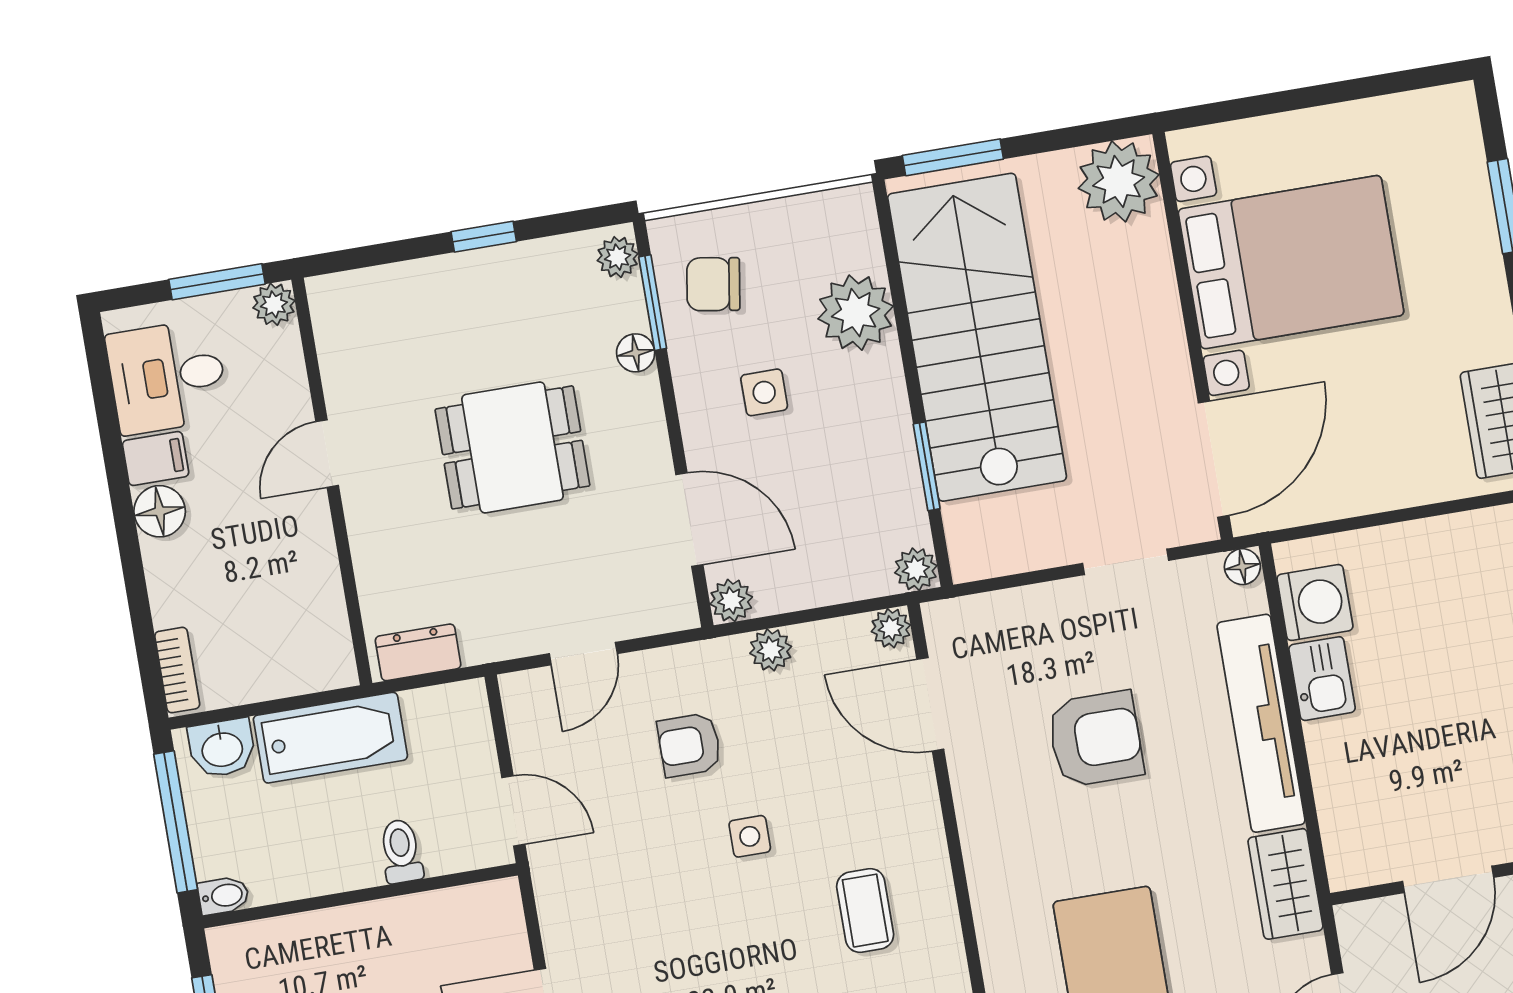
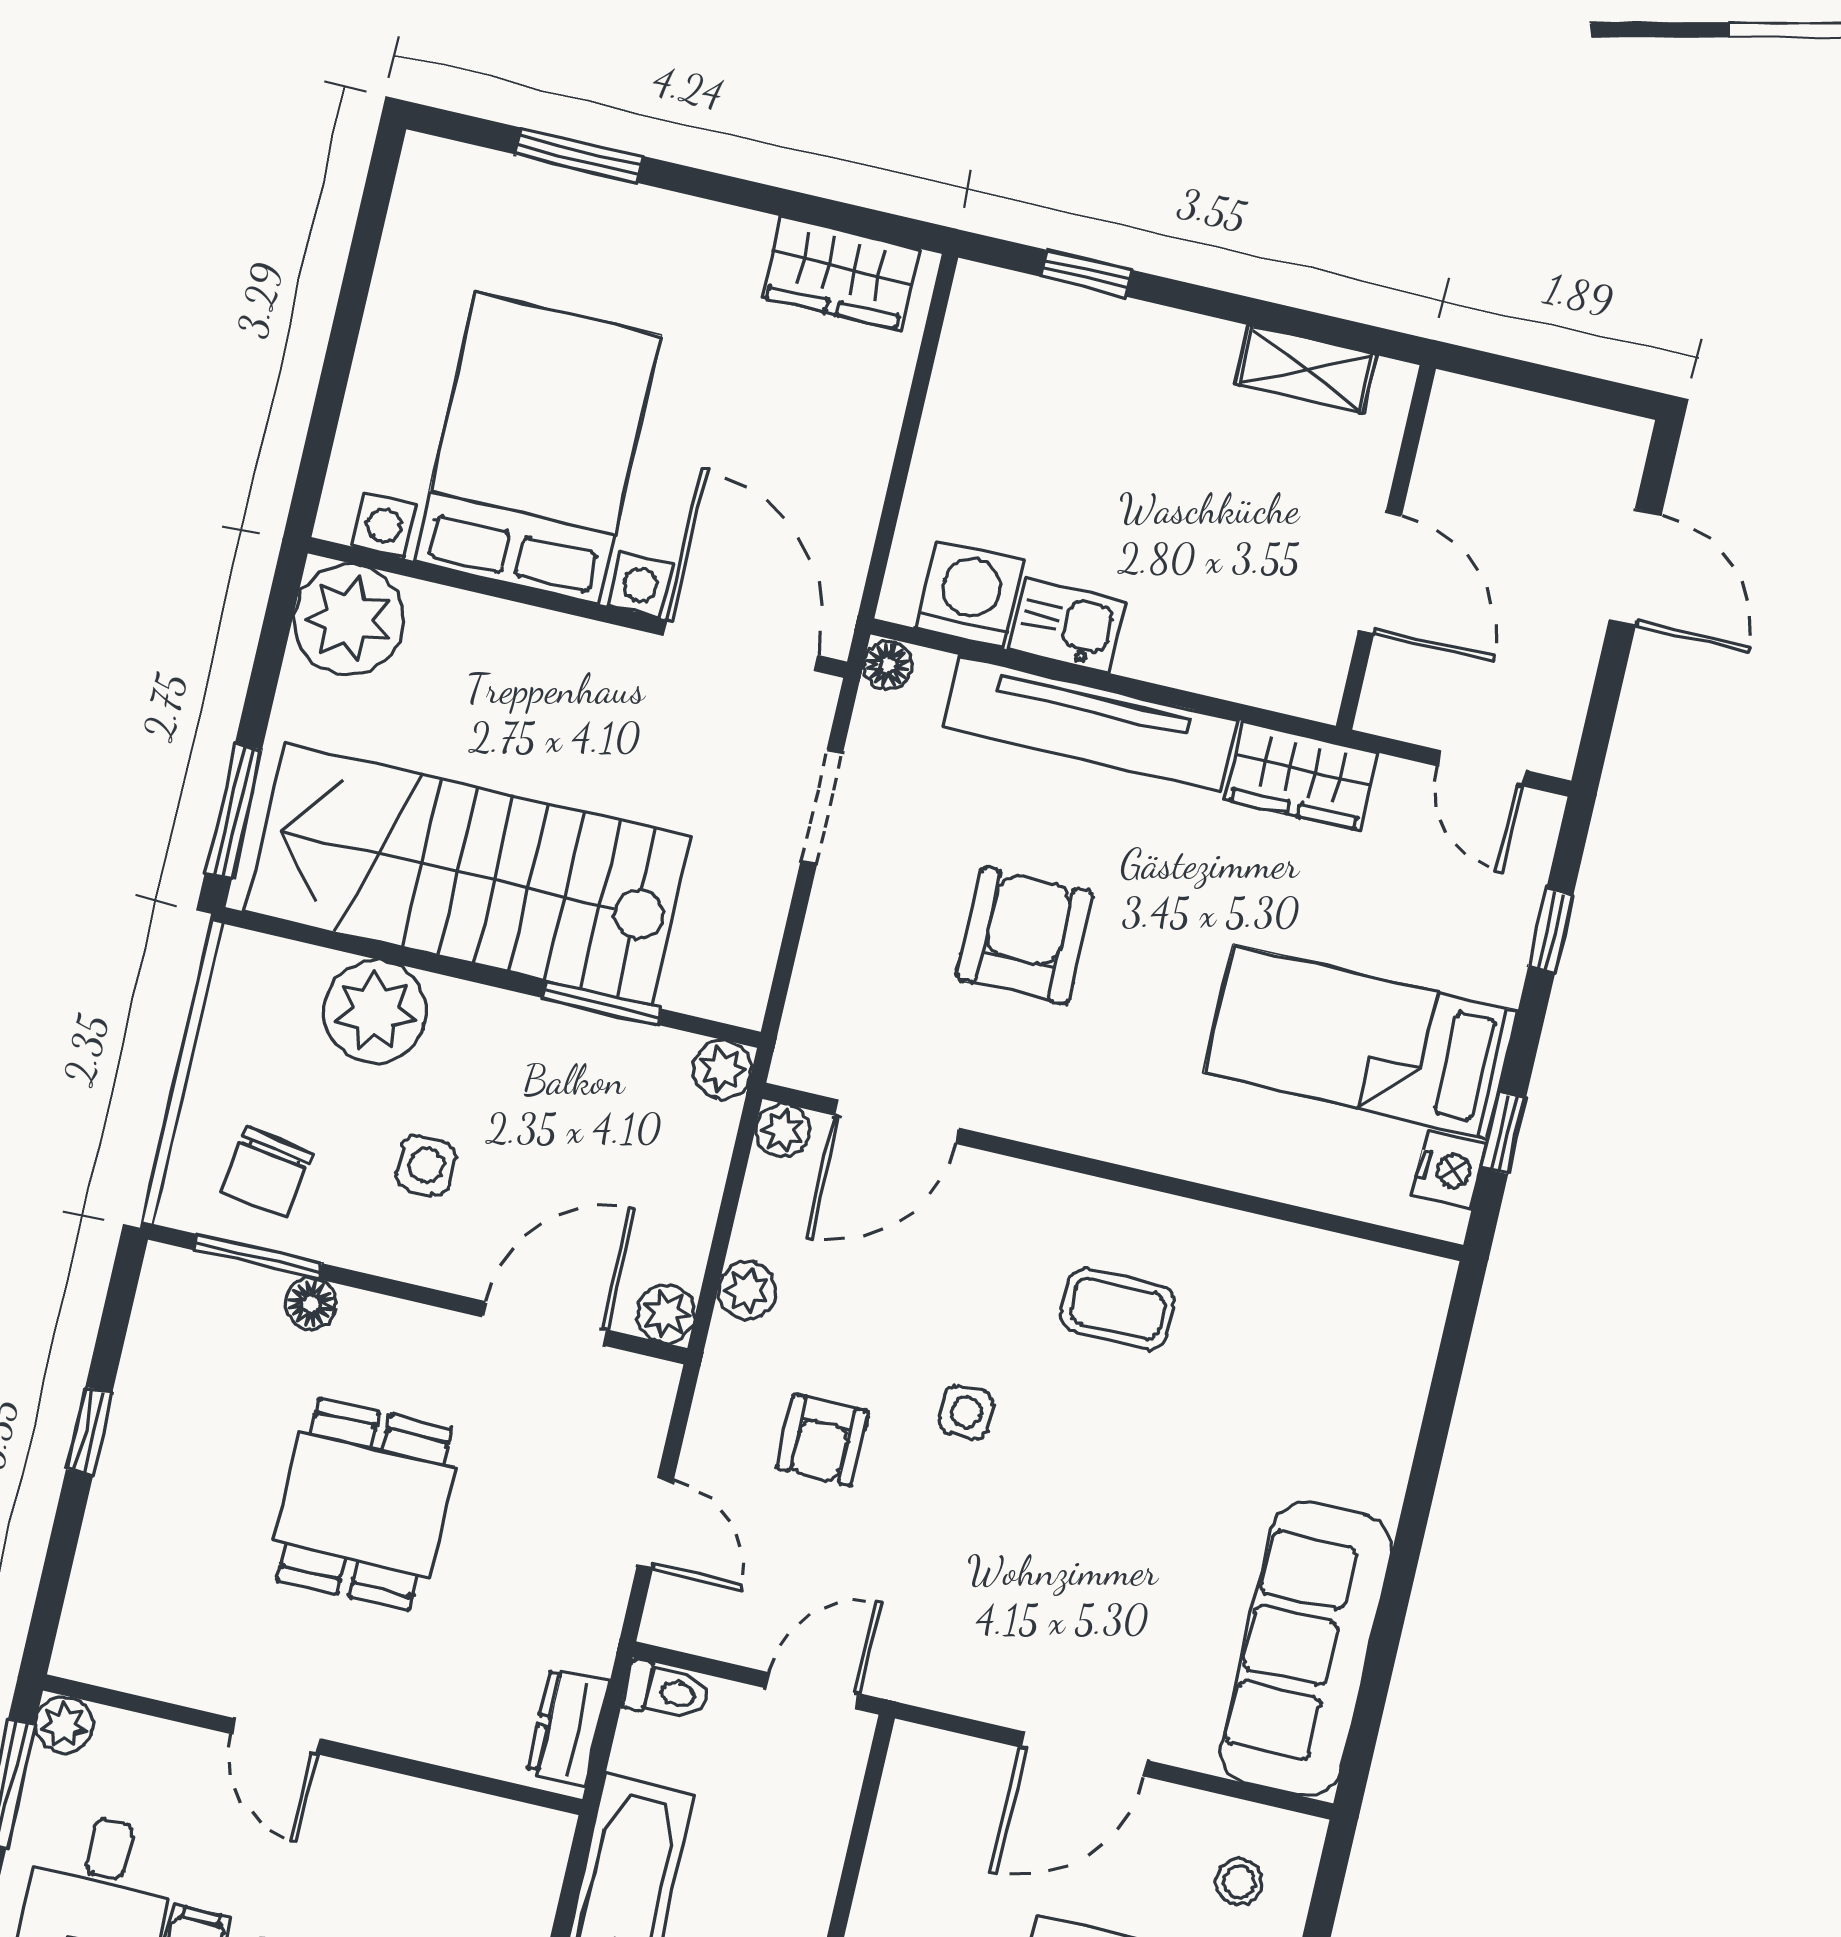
plant: (618, 257) -> (183, 1276), removed
toilet: (401, 851) -> (667, 1692), moved, turned 180

